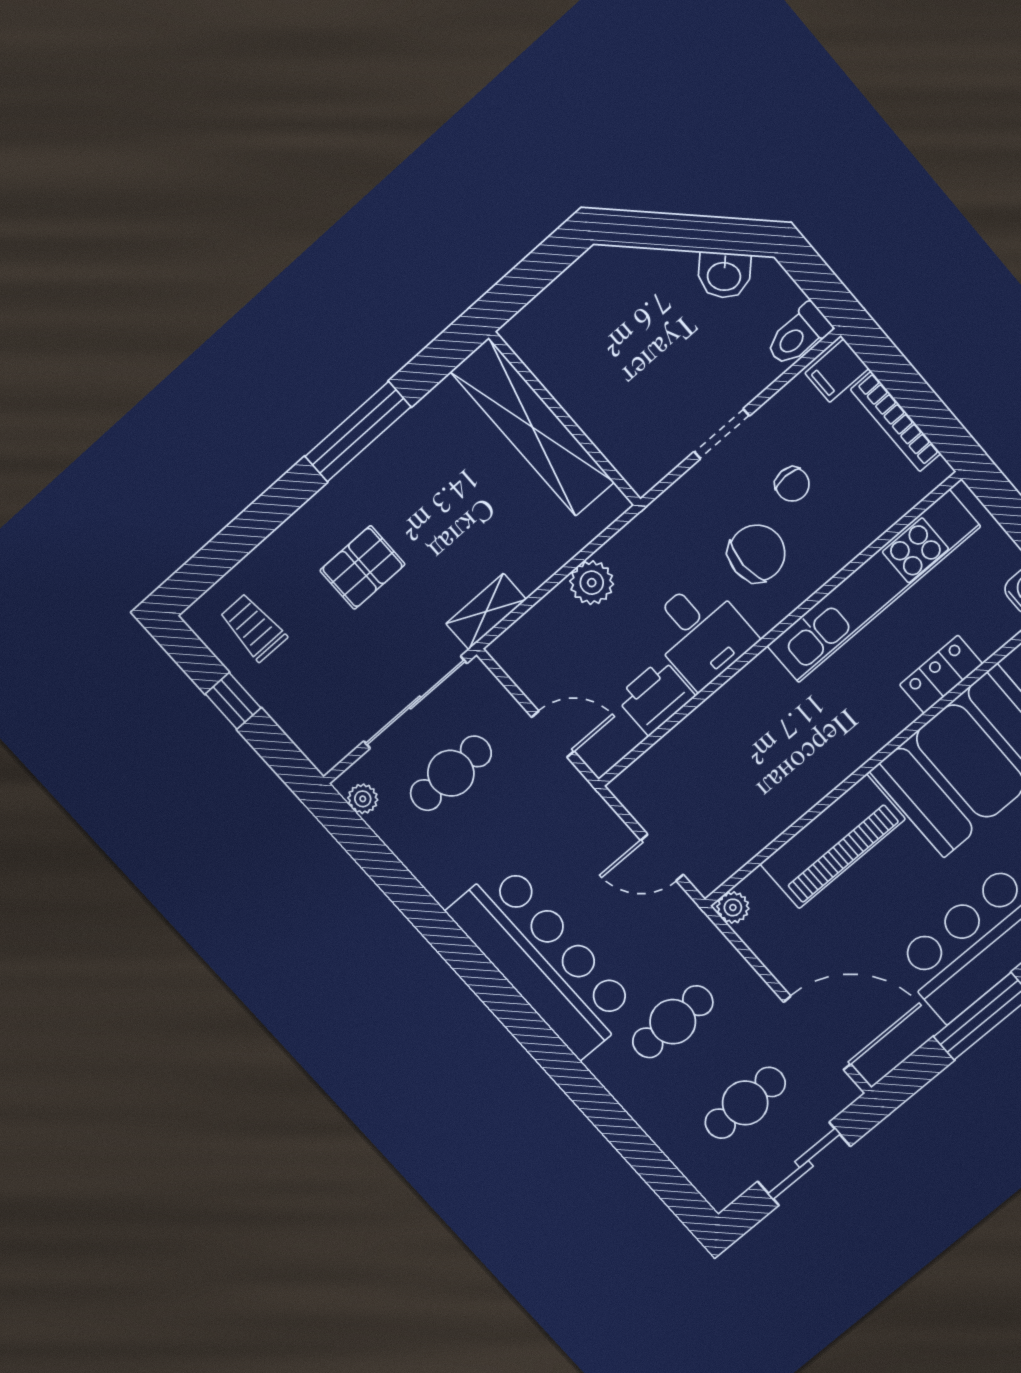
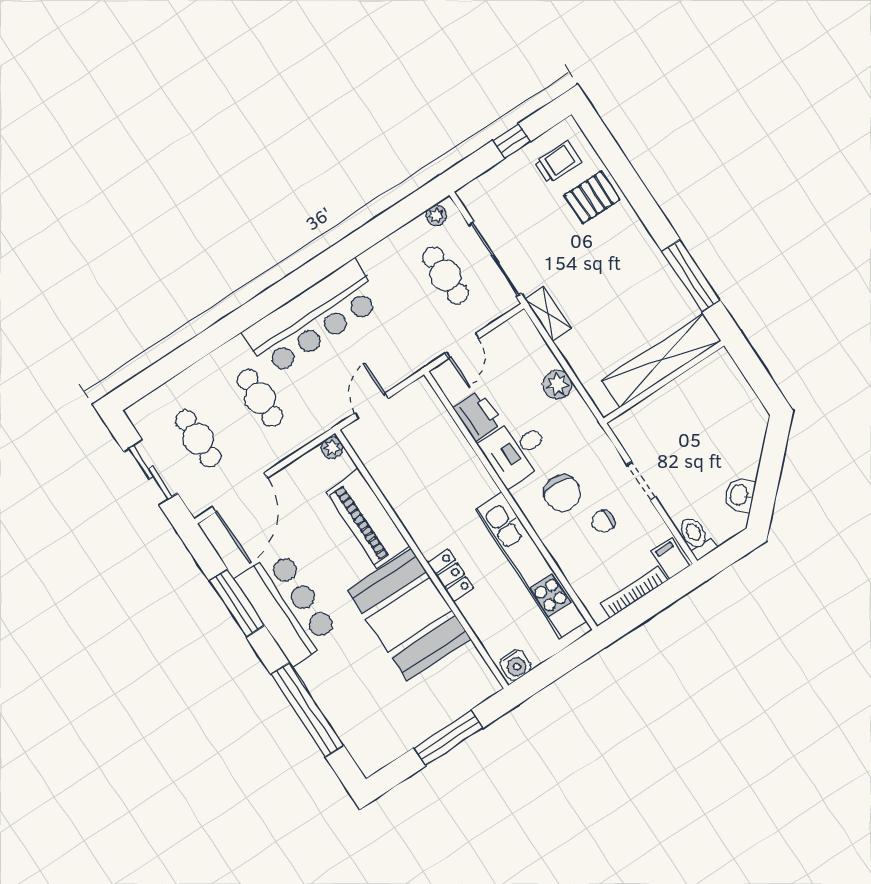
window: (358, 432) -> (691, 276), moved
pallet: (362, 567) -> (592, 197), moved, turned 90
locker: (941, 674) -> (451, 575), moved

